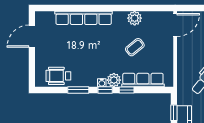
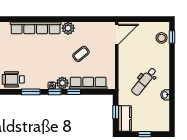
plant: (135, 18) -> (68, 28), moved

